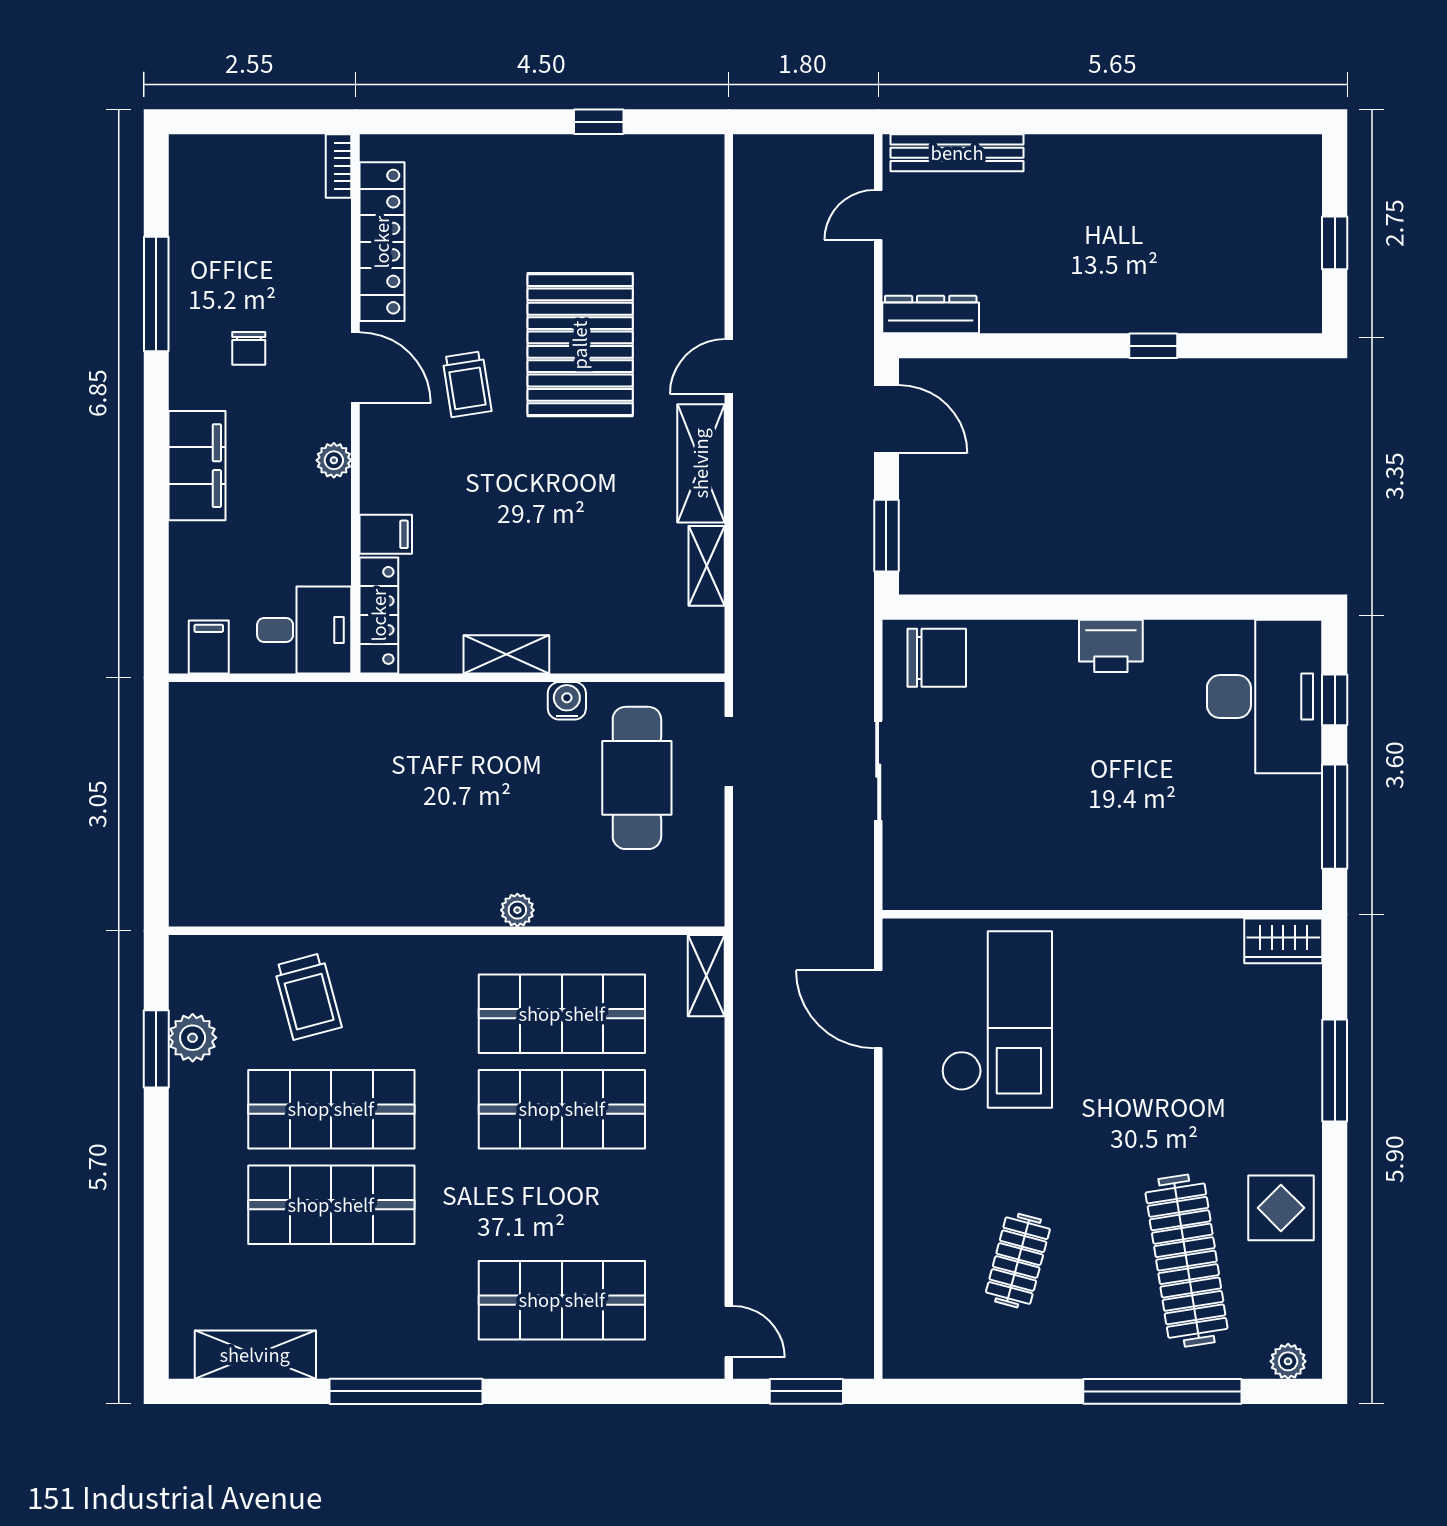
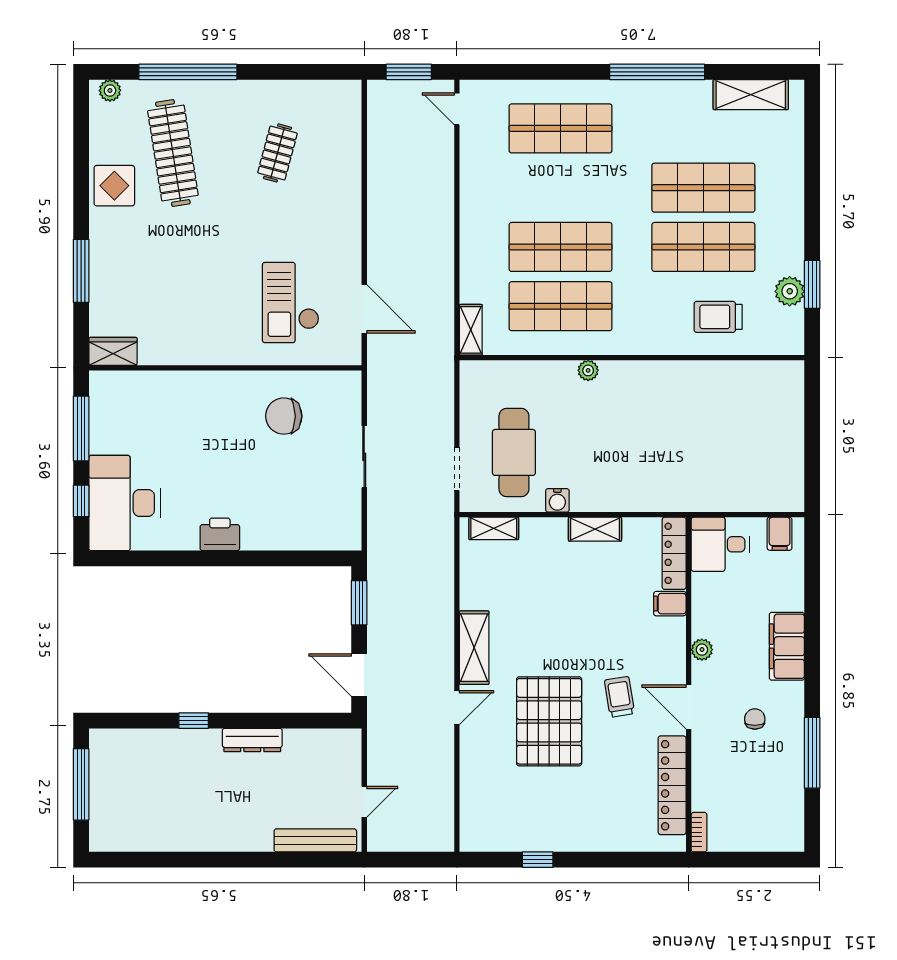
window: (1335, 243) -> (81, 784), width x2.17
dresser: (931, 314) -> (252, 740), moved
shelving: (707, 566) -> (494, 528), moved, turned 90
chair: (937, 658) -> (284, 416), moved
trolley: (308, 996) -> (718, 317), turned -75
checkout: (997, 1020) -> (291, 303), width x0.73, depth x0.83

